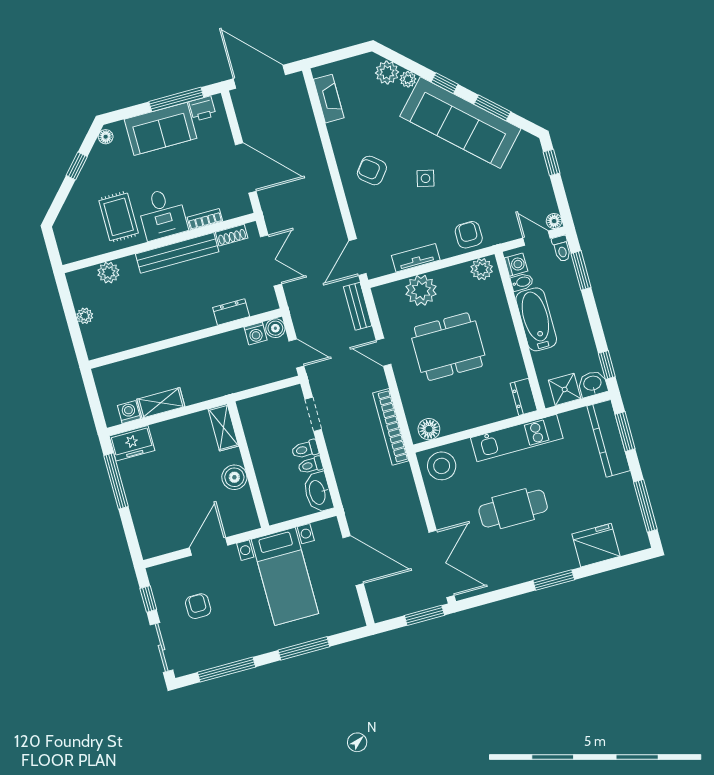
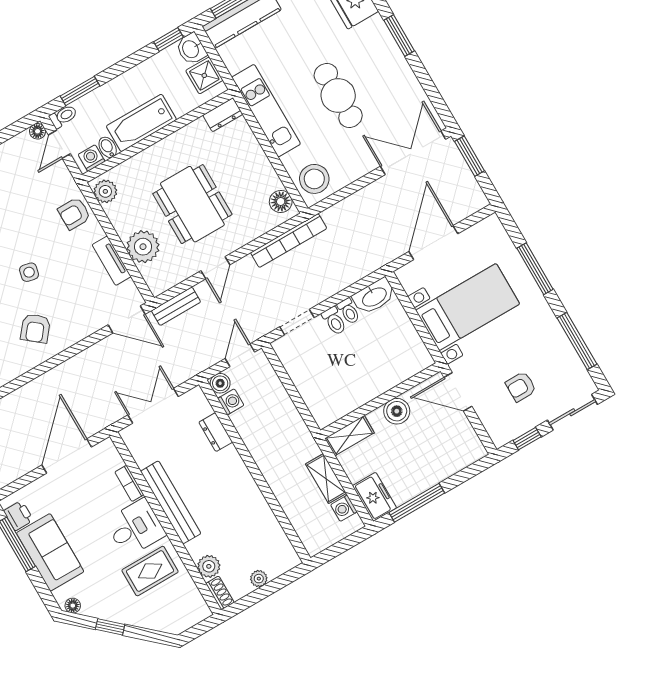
shoe rack: (232, 235) -> (220, 593), moved
shelving: (223, 427) -> (350, 436), moved
wall: (248, 465) -> (380, 401), moved
boiler: (234, 477) -> (397, 411), moved

